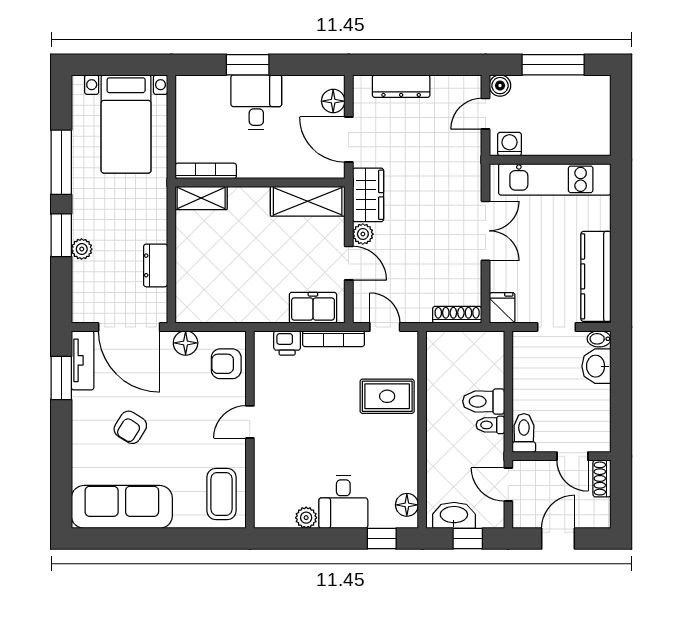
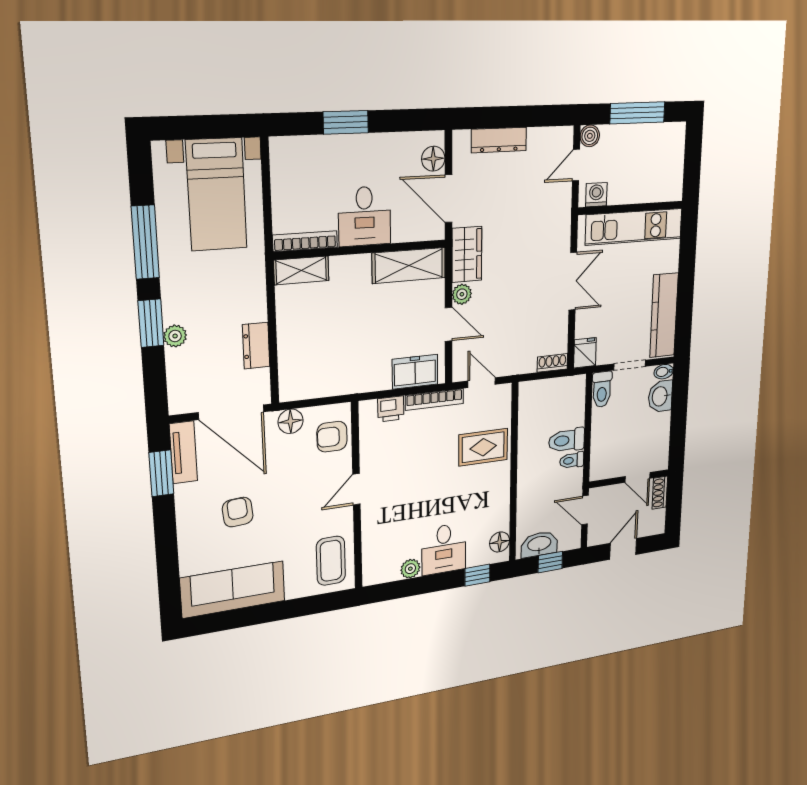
desk: (256, 102) -> (364, 216), moved, turned 180
shoe rack: (457, 315) -> (552, 363), width x0.70
armchair: (130, 427) -> (238, 512), turned 143
toilet: (524, 433) -> (602, 389), moved, turned 180

